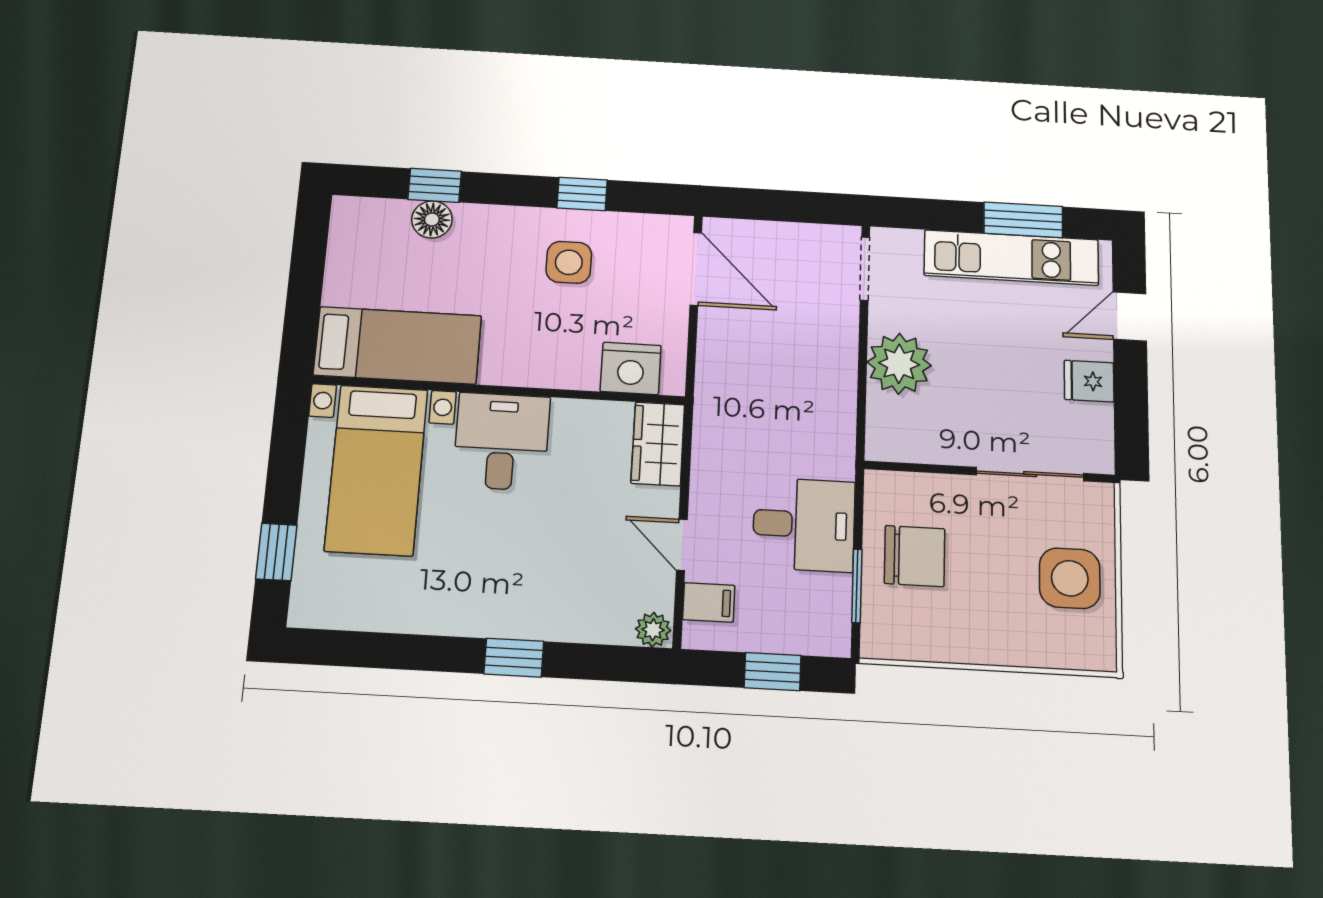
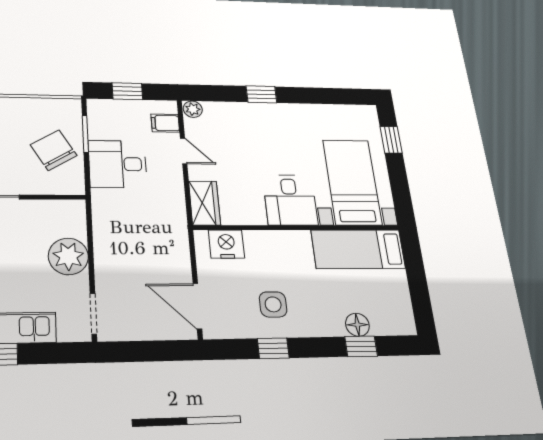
chair: (915, 556) -> (54, 150), turned 59

